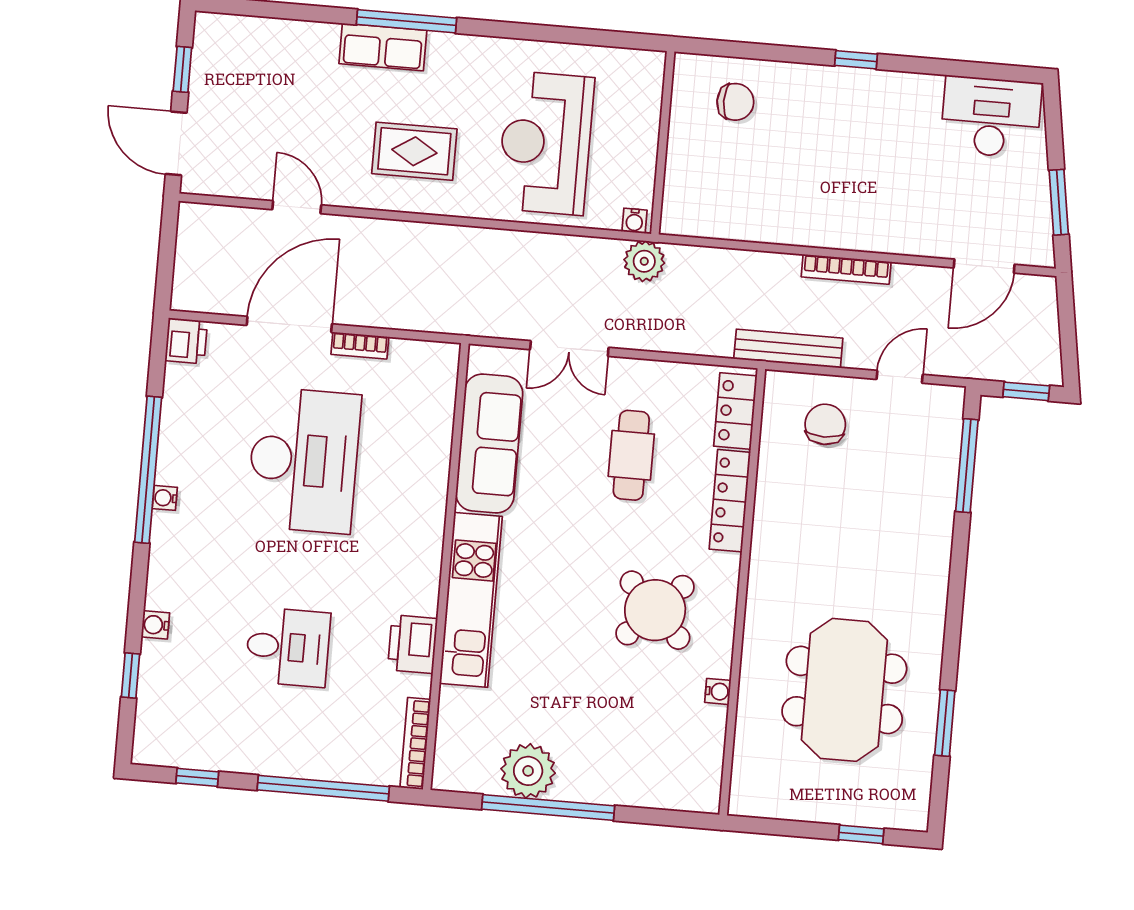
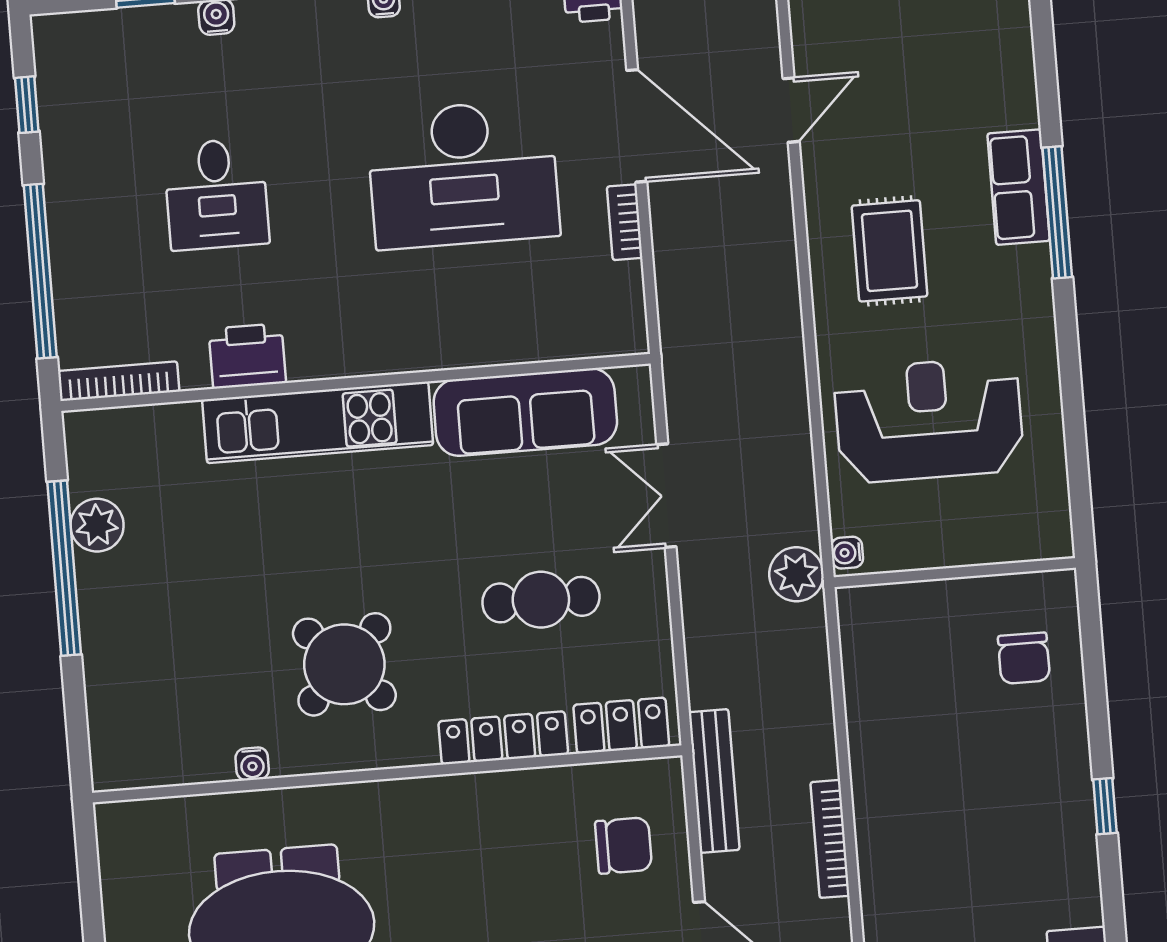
plant: (528, 771) -> (97, 525), width x0.73, depth x0.73

